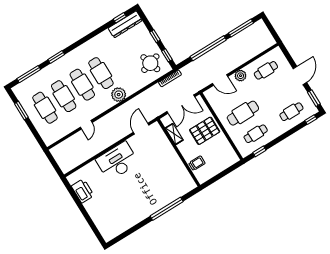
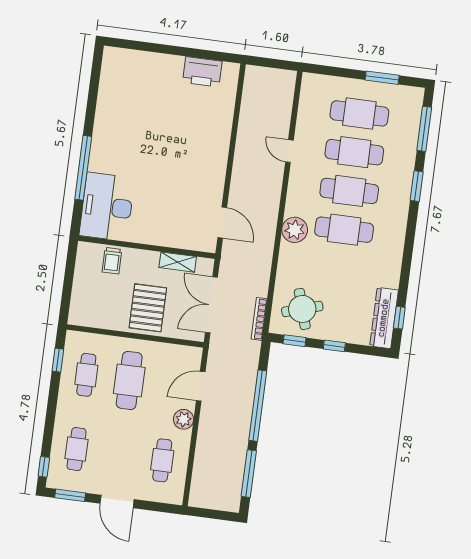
desk: (117, 161) -> (107, 207), moved, turned 180

